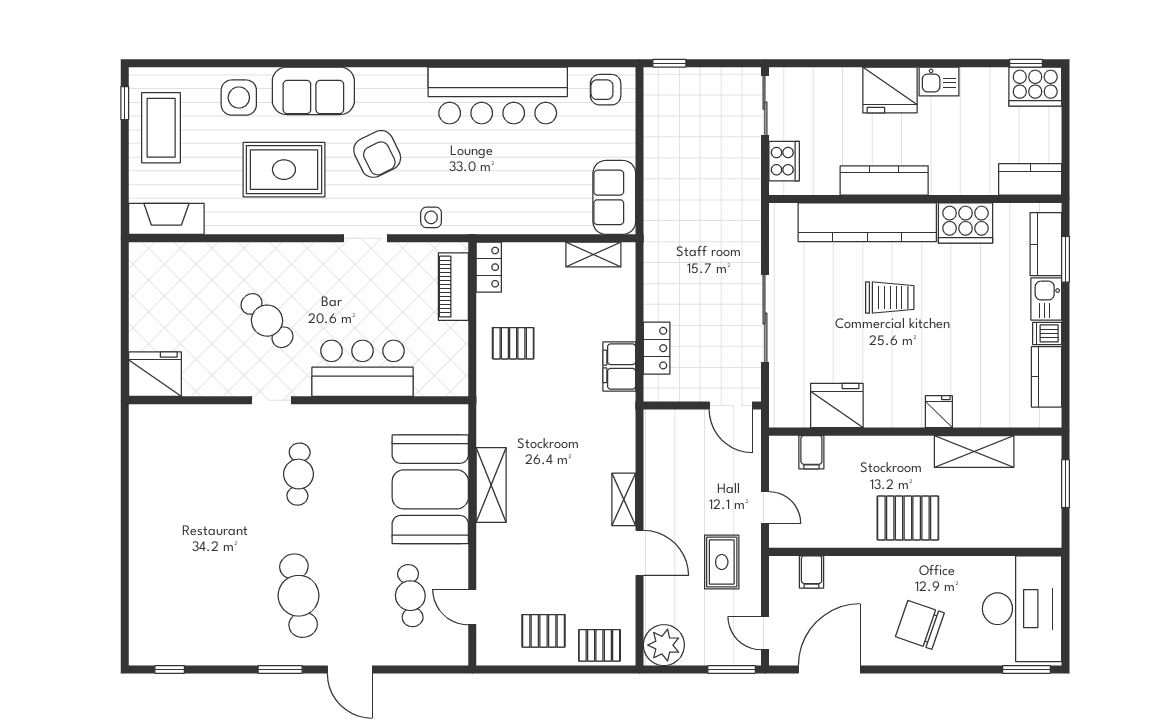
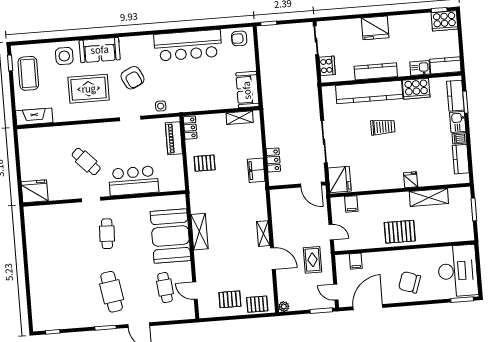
kitchen sink: (939, 82) -> (420, 68), moved, turned 180
fridge: (837, 405) -> (340, 180), moved, turned 90
plant: (664, 645) -> (284, 307), width x0.53, depth x0.53

